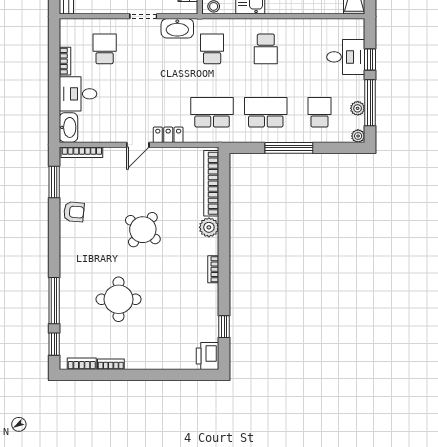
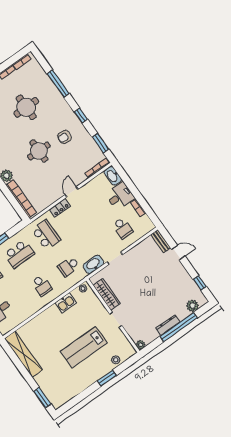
school desk: (212, 49) -> (69, 266), turned 90
school desk: (266, 49) -> (42, 286), turned 180
school desk: (212, 112) -> (46, 235), turned -90
armchair: (74, 212) -> (65, 137), moved
round table: (143, 230) -> (39, 151), turned -37
window: (54, 344) -> (81, 116), moved

